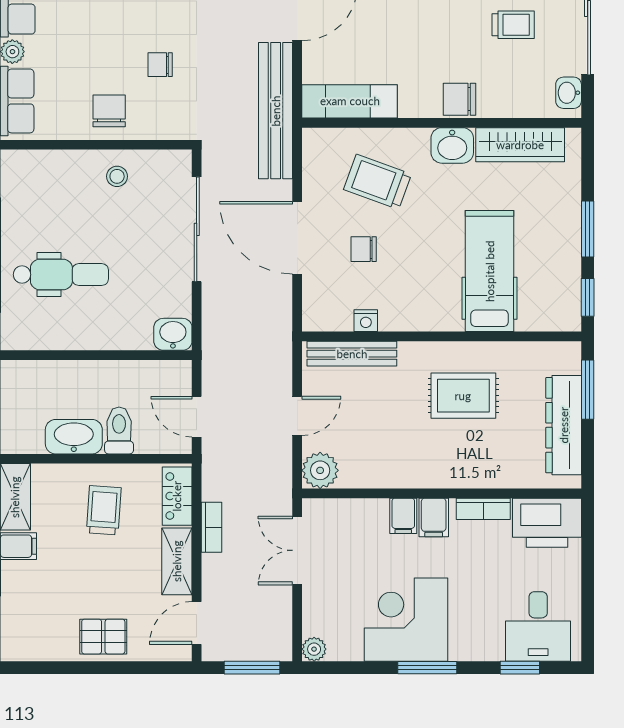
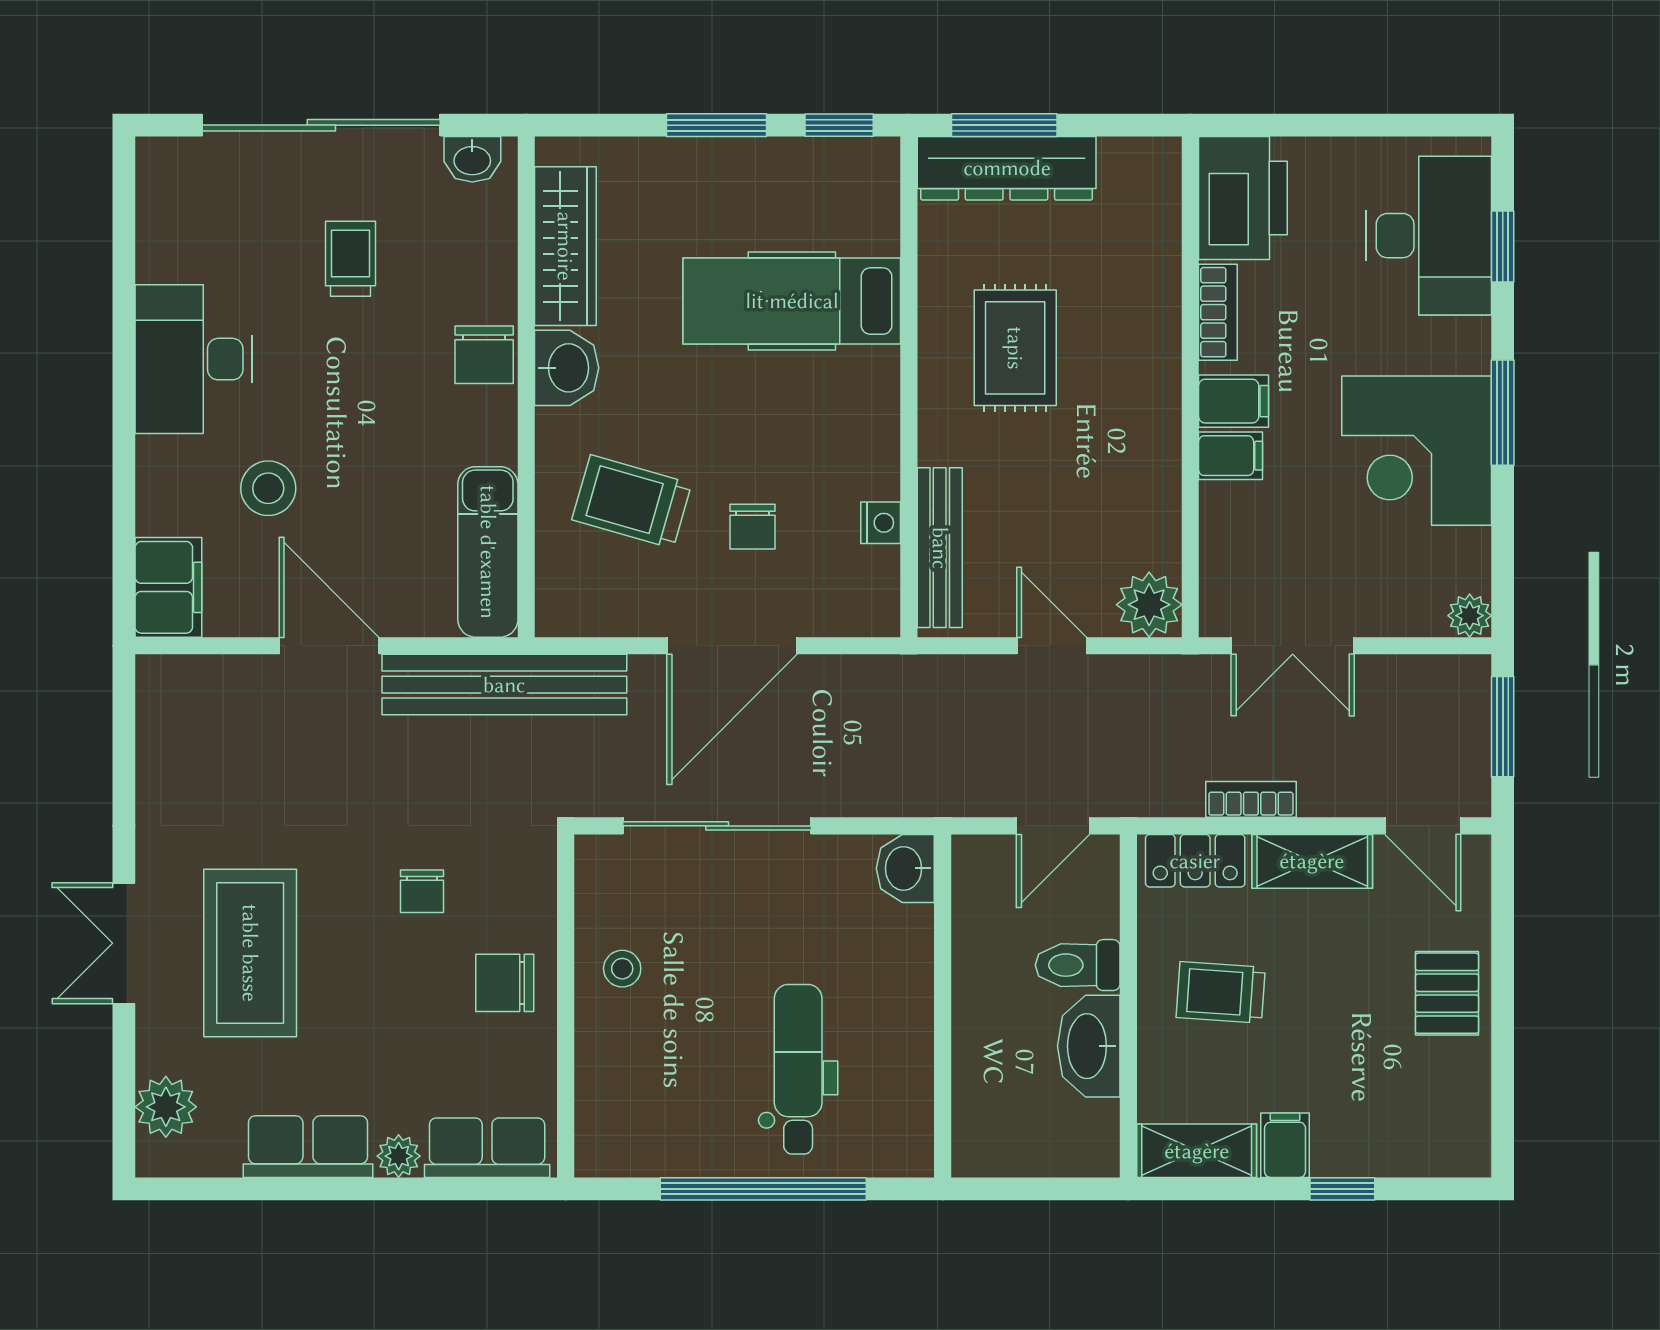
trolley: (378, 182) -> (632, 502), turned 86
dresser: (564, 425) -> (1007, 168), moved
desk: (538, 626) -> (1429, 236), width x1.37

